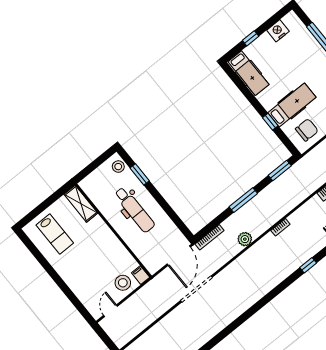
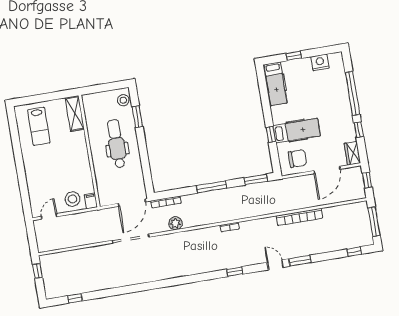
dental chair: (135, 210) -> (117, 144), turned 180
plant: (245, 239) -> (175, 223), moved

